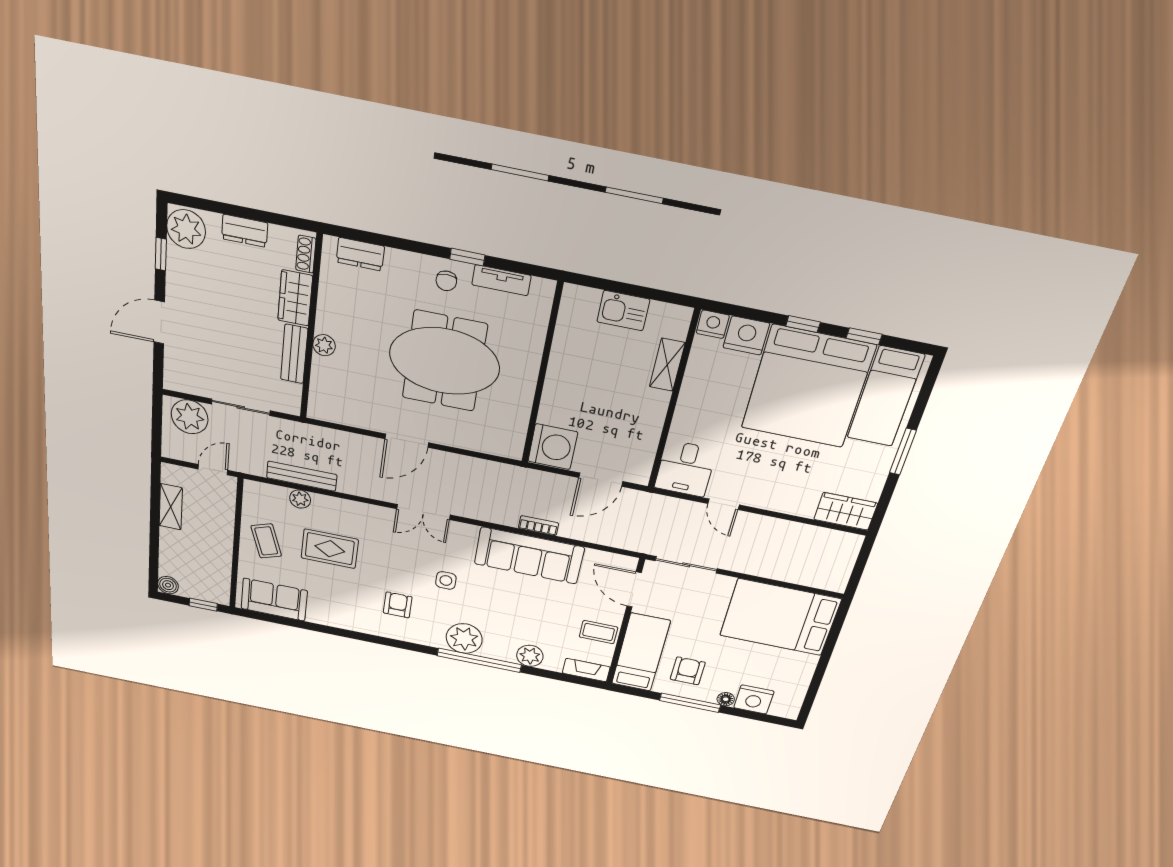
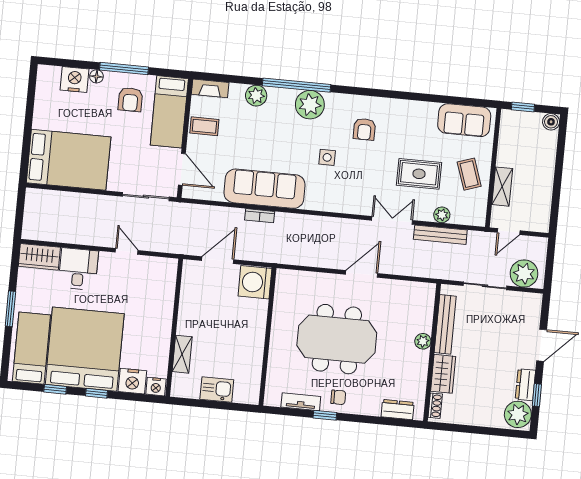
dresser: (245, 231) -> (525, 385), moved, turned -90
chair: (446, 281) -> (338, 397), turned 90
bench: (294, 354) -> (445, 324), width x1.36
desk: (685, 469) -> (78, 269), moved
shelving: (171, 507) -> (502, 187), moved
double door: (423, 512) -> (392, 220), moved

